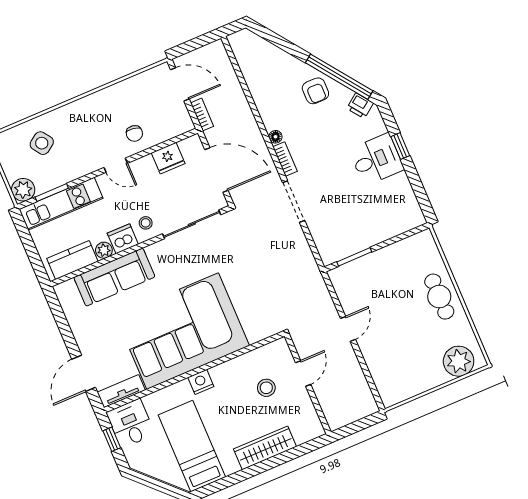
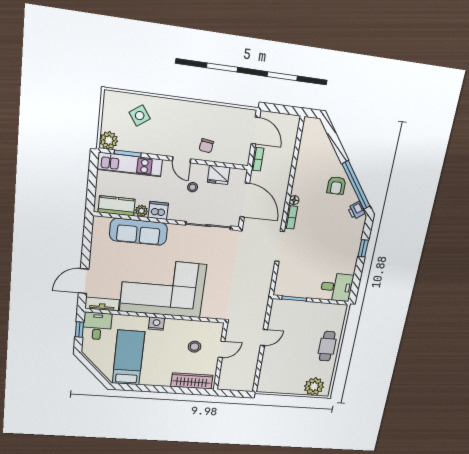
desk: (377, 159) -> (337, 287), moved
stool: (146, 223) -> (193, 187), moved
wardrobe: (265, 448) -> (192, 381), moved

